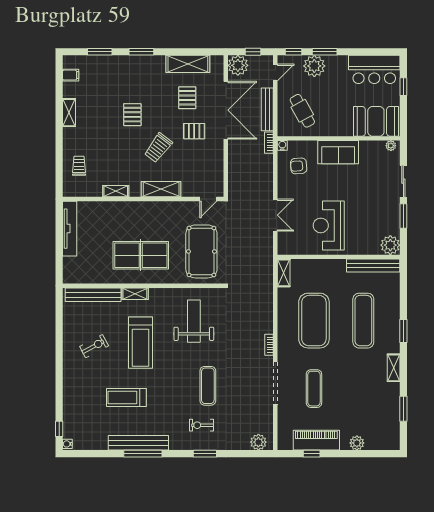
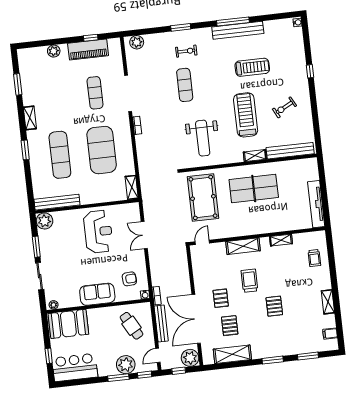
pallet: (194, 131) -> (221, 298), turned 90
trolley: (158, 148) -> (249, 281), turned -37
window: (59, 429) -> (310, 71), moved

